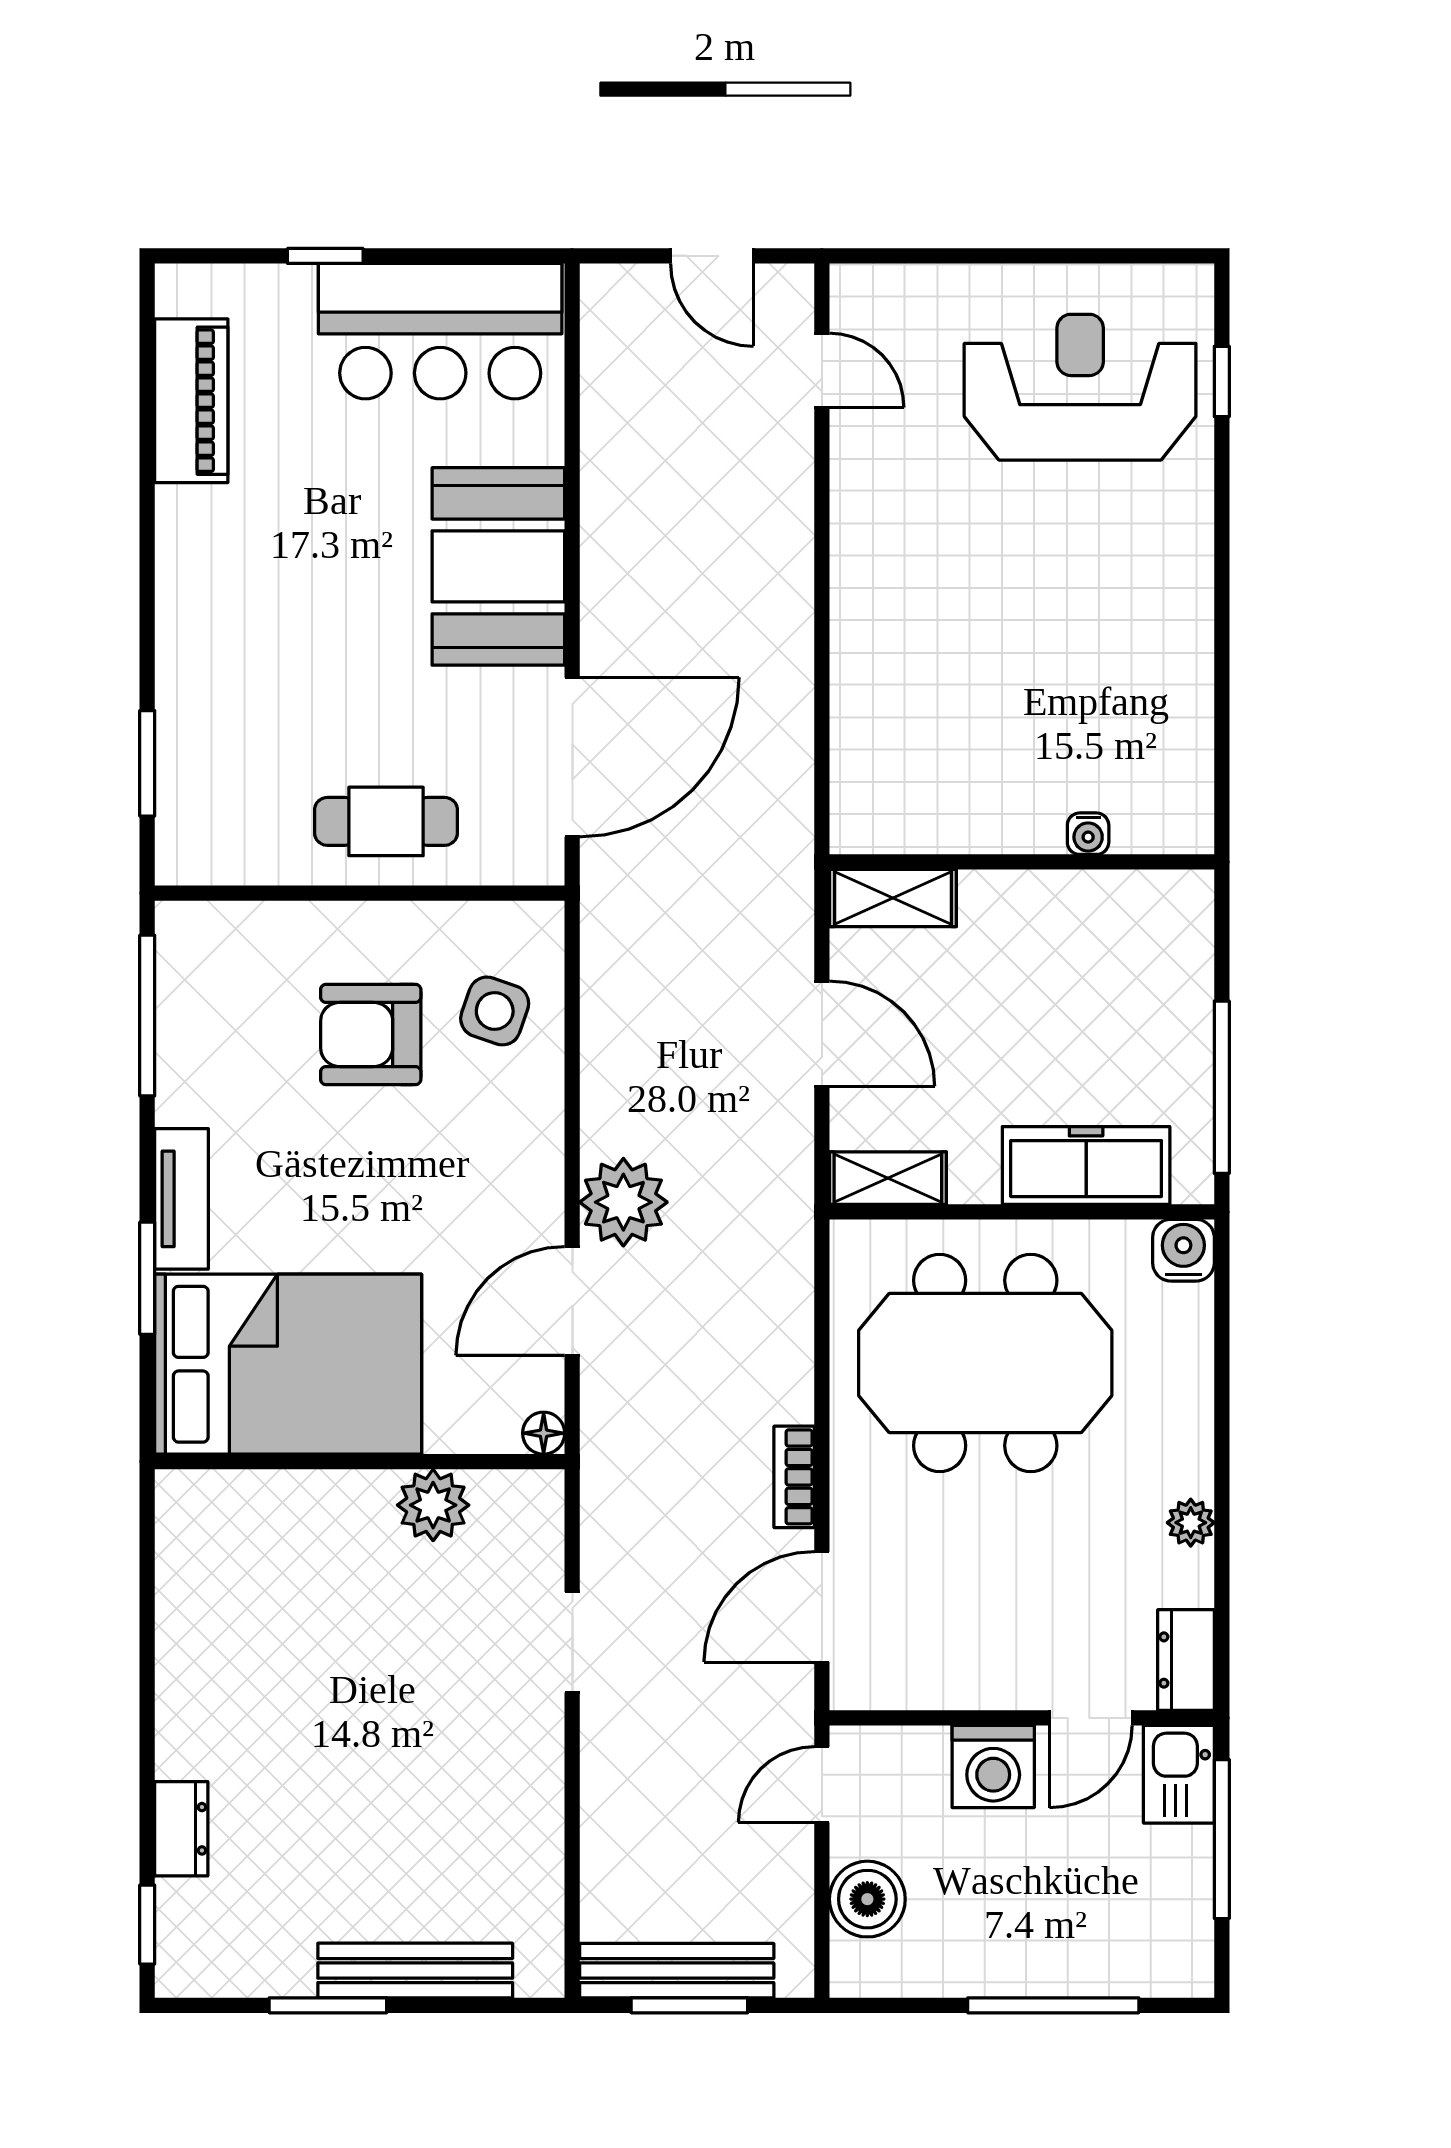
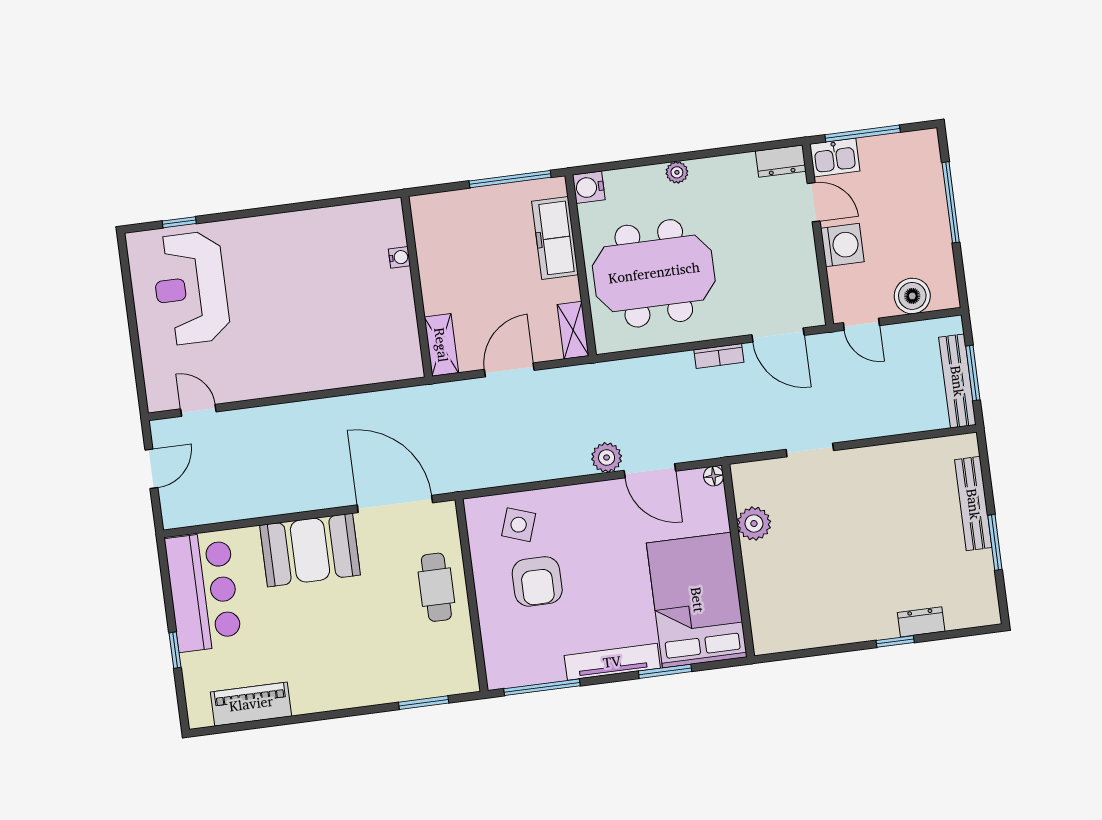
door: (822, 370) -> (198, 410), hinge flipped
tv unit: (182, 1199) -> (612, 662), width x1.41
plant: (623, 1202) -> (607, 457), width x0.73, depth x0.73
meeting table: (985, 1363) -> (654, 273), turned 90
plant: (1191, 1523) -> (677, 172), moved
window: (147, 1925) -> (895, 641), moved

